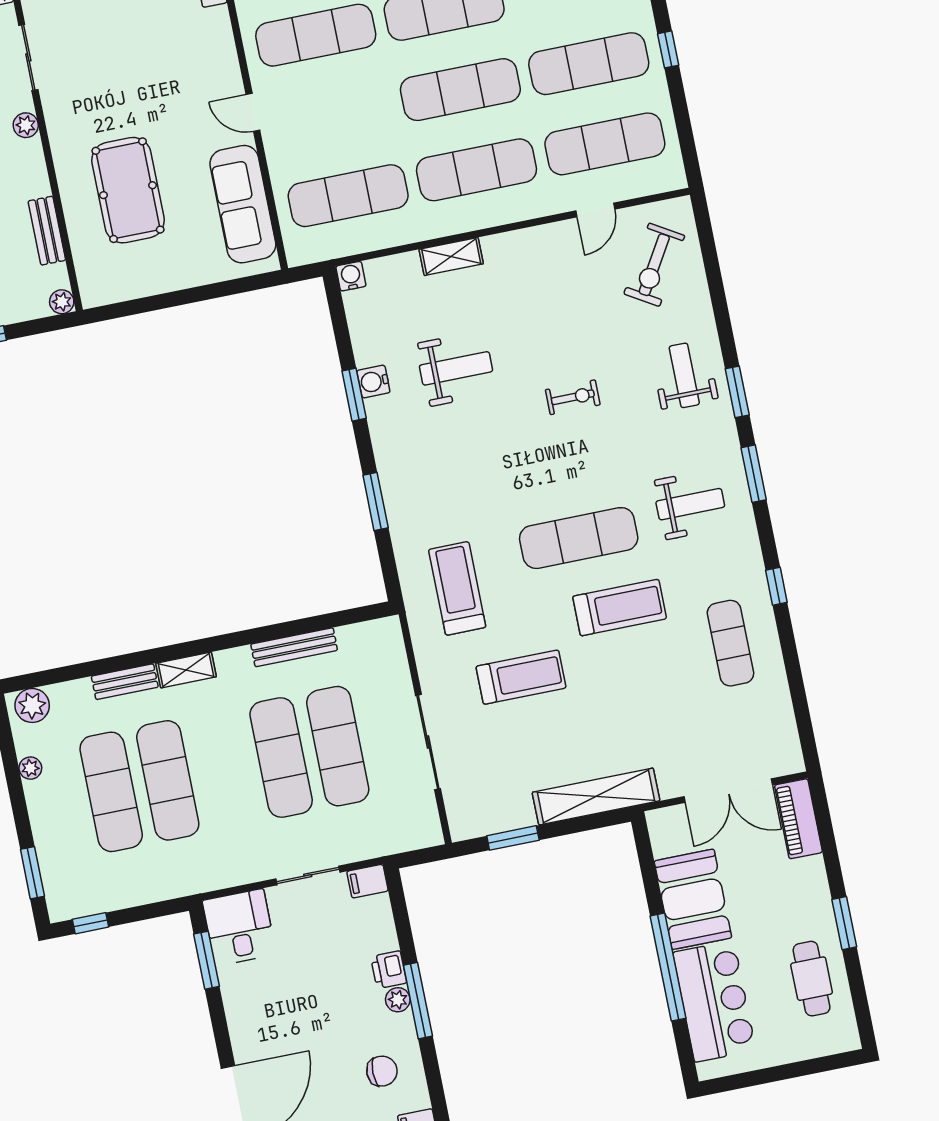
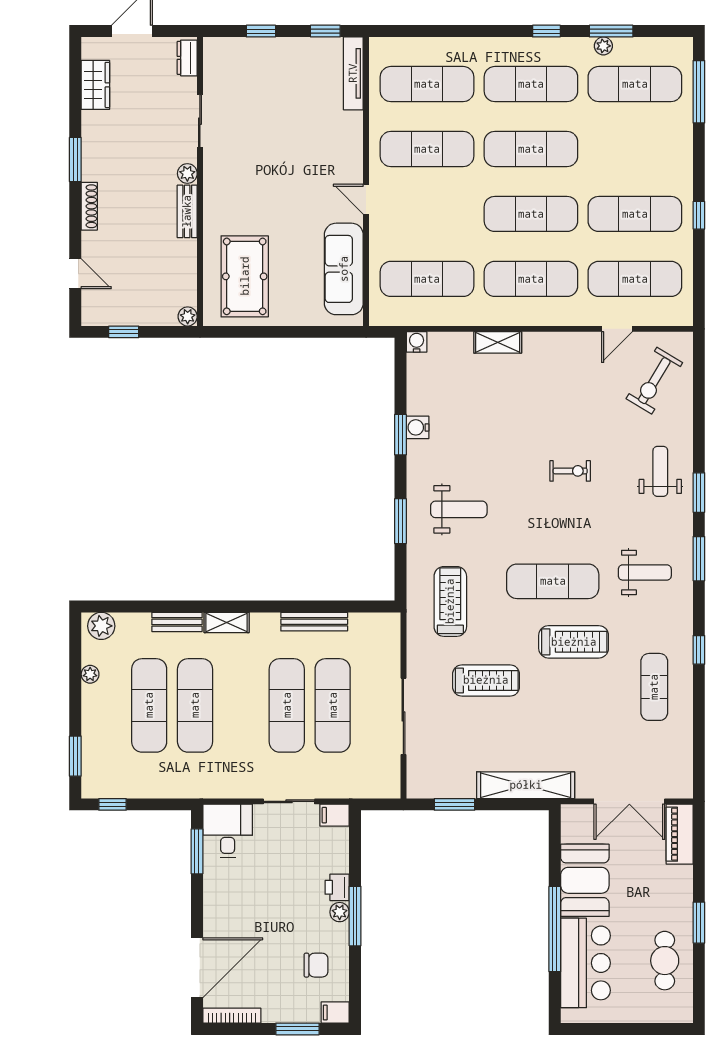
pool table: (128, 190) -> (245, 276), moved
bench: (47, 231) -> (187, 211), moved
weight bench: (456, 368) -> (459, 509), moved

